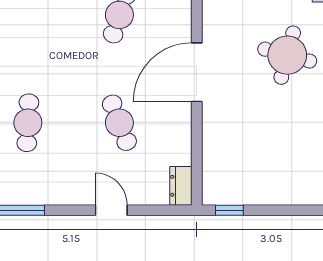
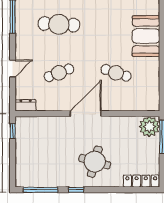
door: (197, 72) -> (86, 114), hinge flipped
cafe table: (28, 123) -> (59, 24), width x1.37, depth x1.35

